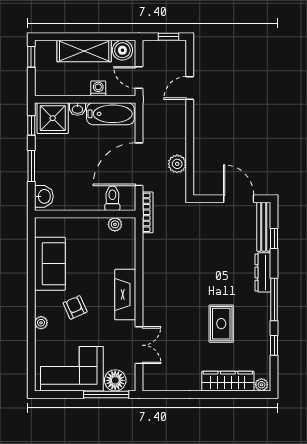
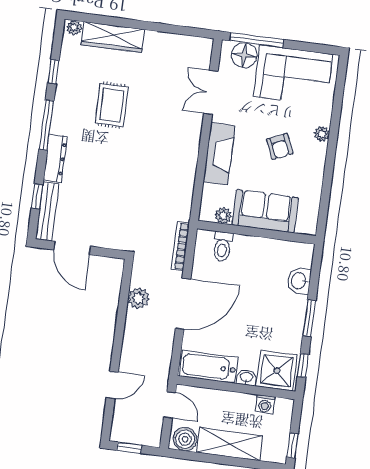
washing machine: (98, 88) -> (265, 404), moved
toilet: (112, 198) -> (222, 246), moved
wall: (85, 214) -> (256, 232), moved
plant: (115, 224) -> (223, 216), moved
sofa: (50, 264) -> (265, 211), moved, turned 90

